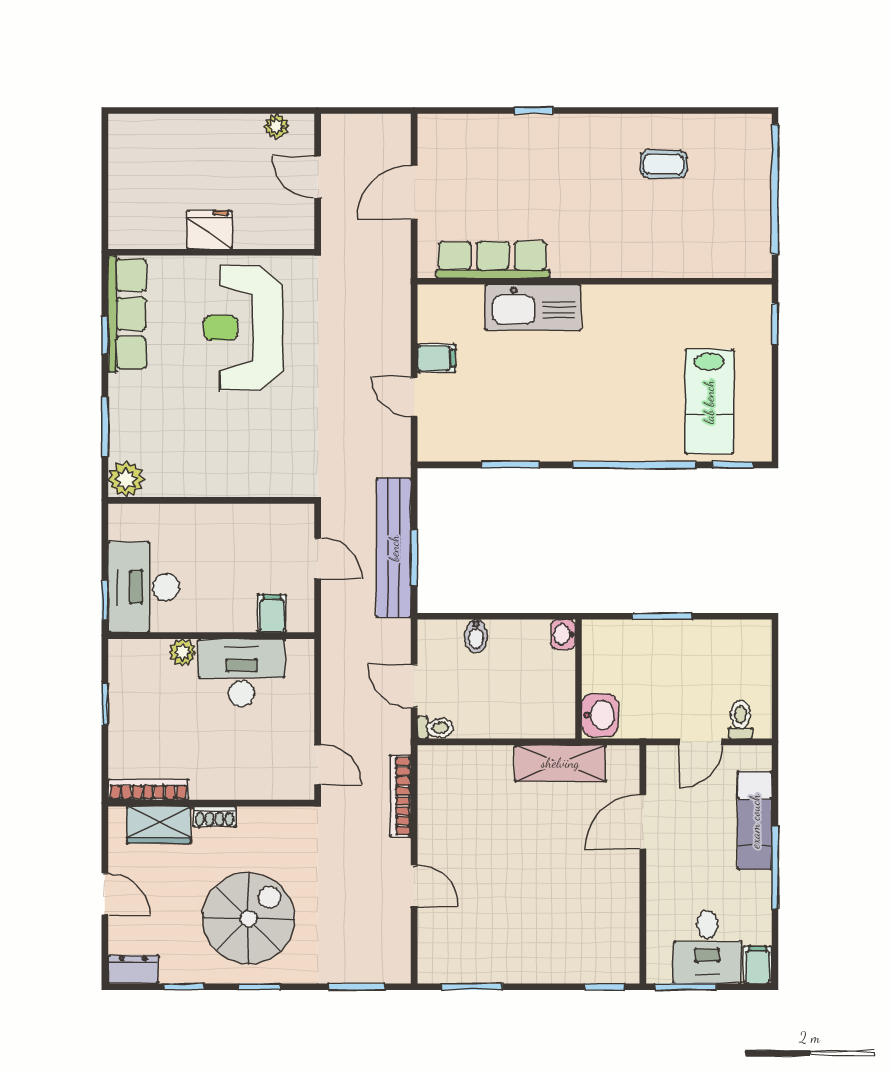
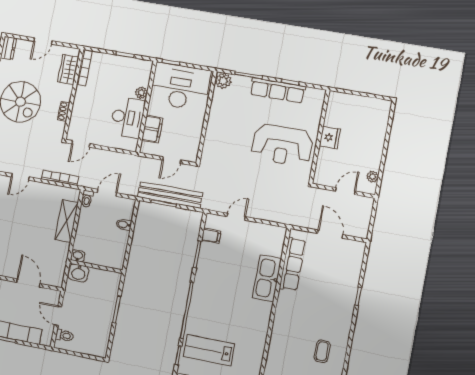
row of seats: (127, 314) -> (278, 90), moved
reception desk: (244, 328) -> (282, 145), turned 180
filing cabinet: (436, 358) -> (211, 236), moved, turned -90
desk: (144, 587) -> (180, 87), width x1.36, depth x1.30
filing cabinet: (272, 613) -> (152, 129), width x2.00
washbasin: (563, 634) -> (78, 256), moved
shelving: (560, 763) -> (67, 221), moved
shoe rack: (215, 817) -> (64, 111), moved

